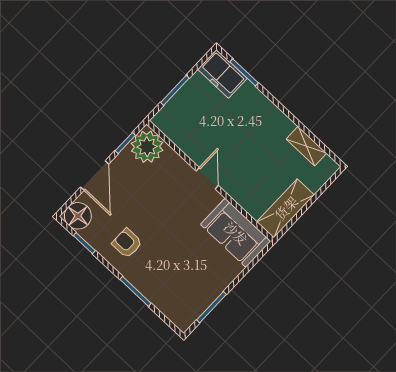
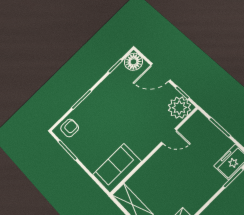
door: (207, 178) -> (169, 136), moved
armchair: (127, 243) -> (70, 128), moved

